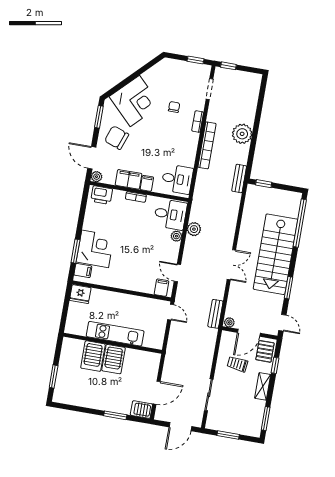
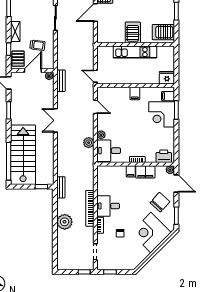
chair: (117, 138) -> (160, 202), turned -68
desk: (177, 179) -> (108, 206), moved
stairs: (275, 254) -> (23, 155), moved
filing cabinet: (161, 288) -> (135, 93), moved
server rack: (93, 356) -> (163, 32), moved, turned -90

